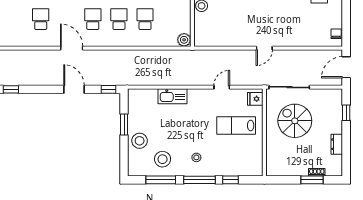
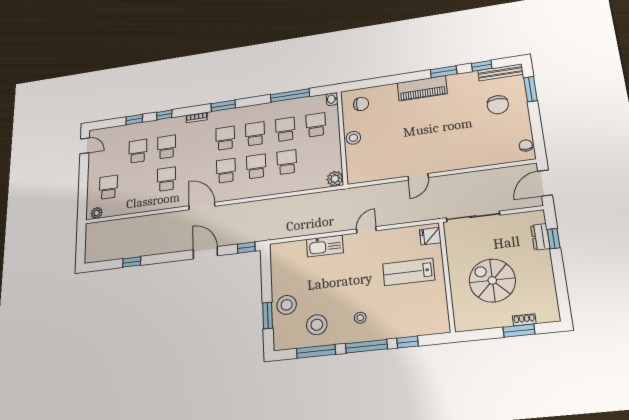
door: (264, 48) -> (418, 177), moved
door: (222, 87) -> (366, 230), moved
spiral stairs: (295, 121) -> (492, 280), moved
window: (124, 124) -> (268, 315), moved
dresser: (337, 144) -> (540, 237), moved

